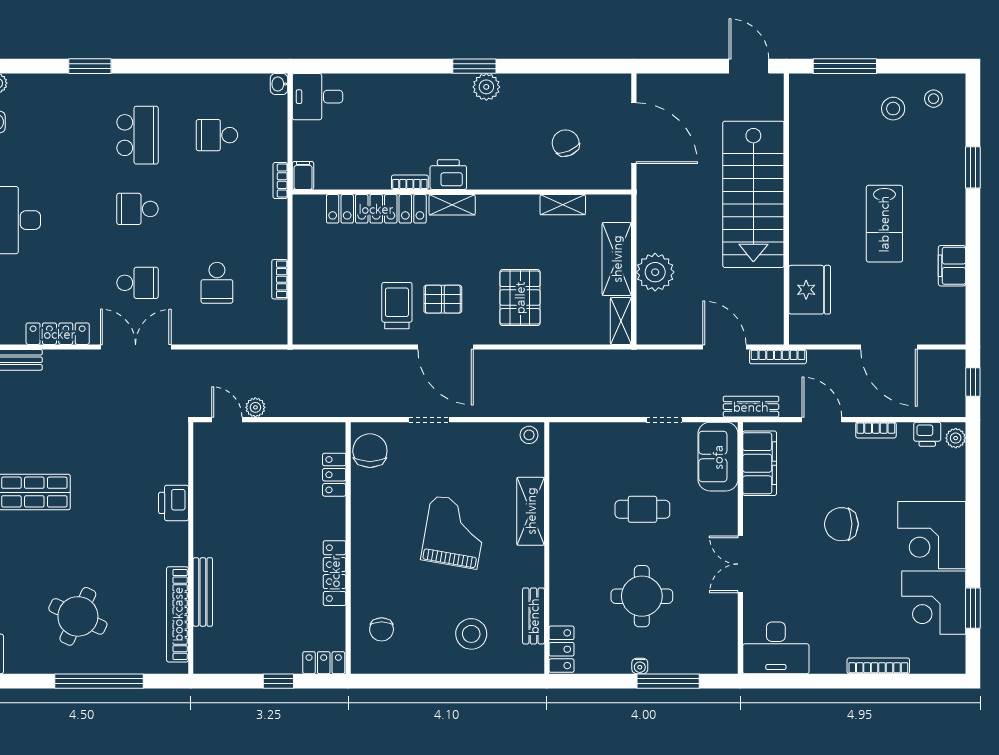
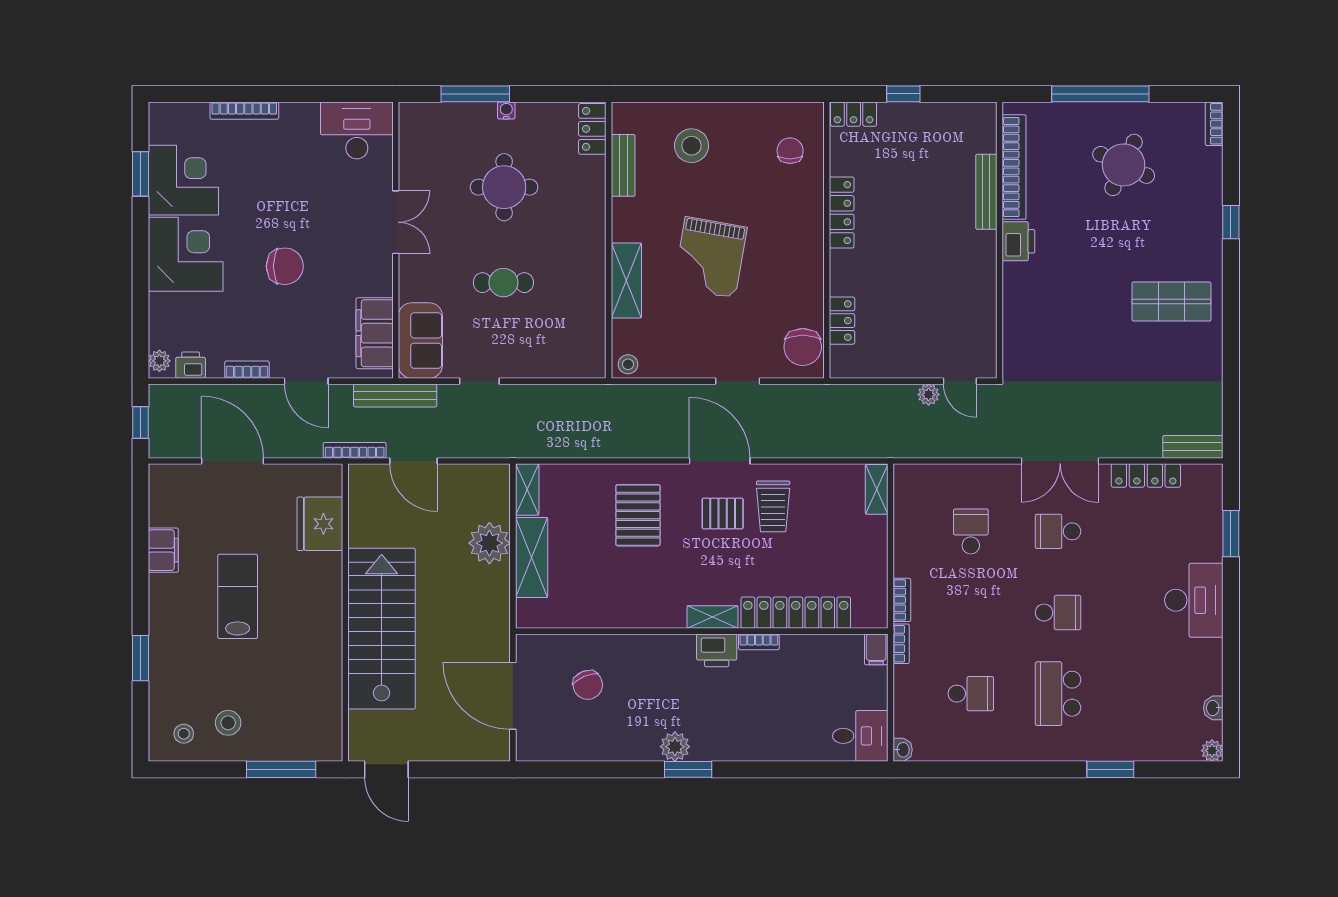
shelving: (563, 205) -> (877, 489), moved, turned 90
bookcase: (280, 279) -> (902, 600), moved
bench: (751, 407) -> (395, 395), width x1.36
printer: (174, 503) -> (1018, 241), moved

